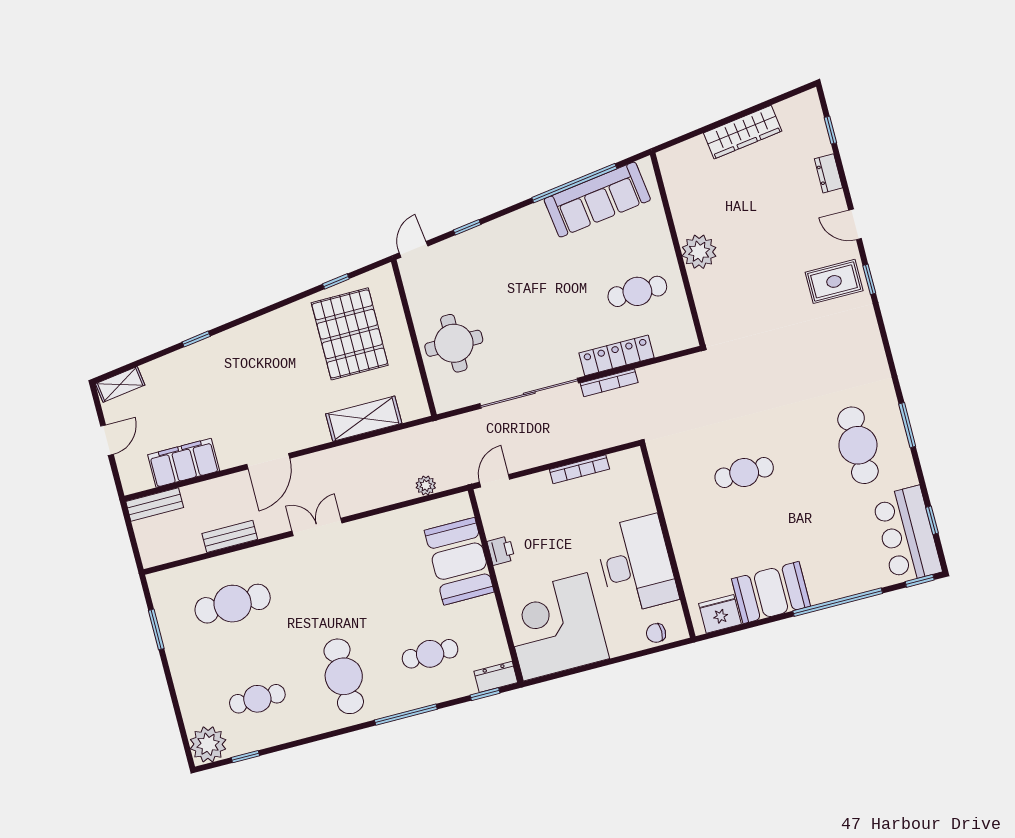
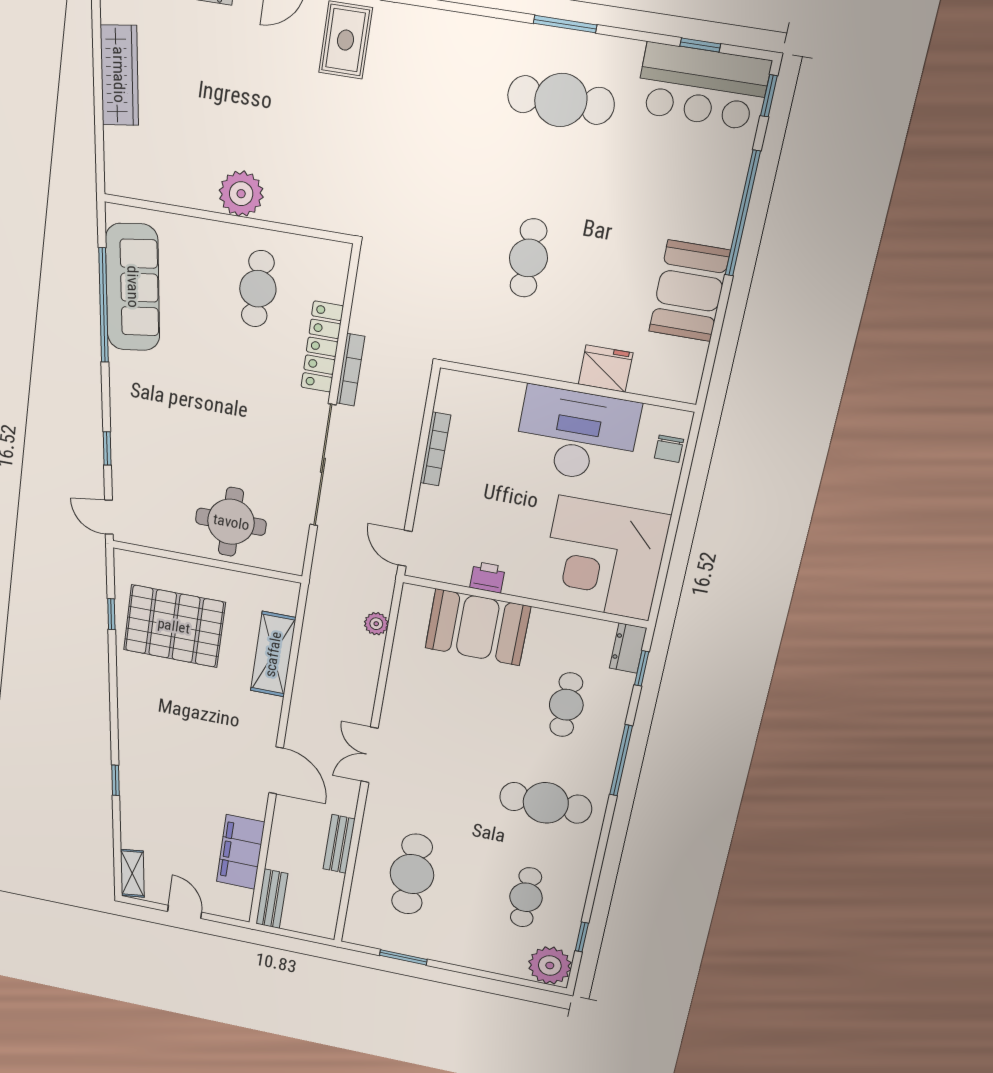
fridge: (720, 614) -> (606, 369), moved, turned 90

